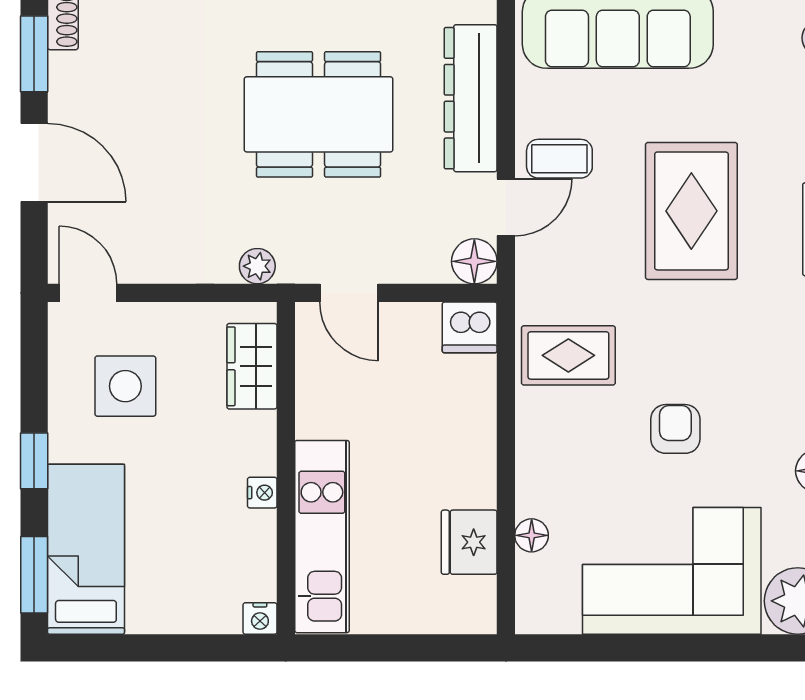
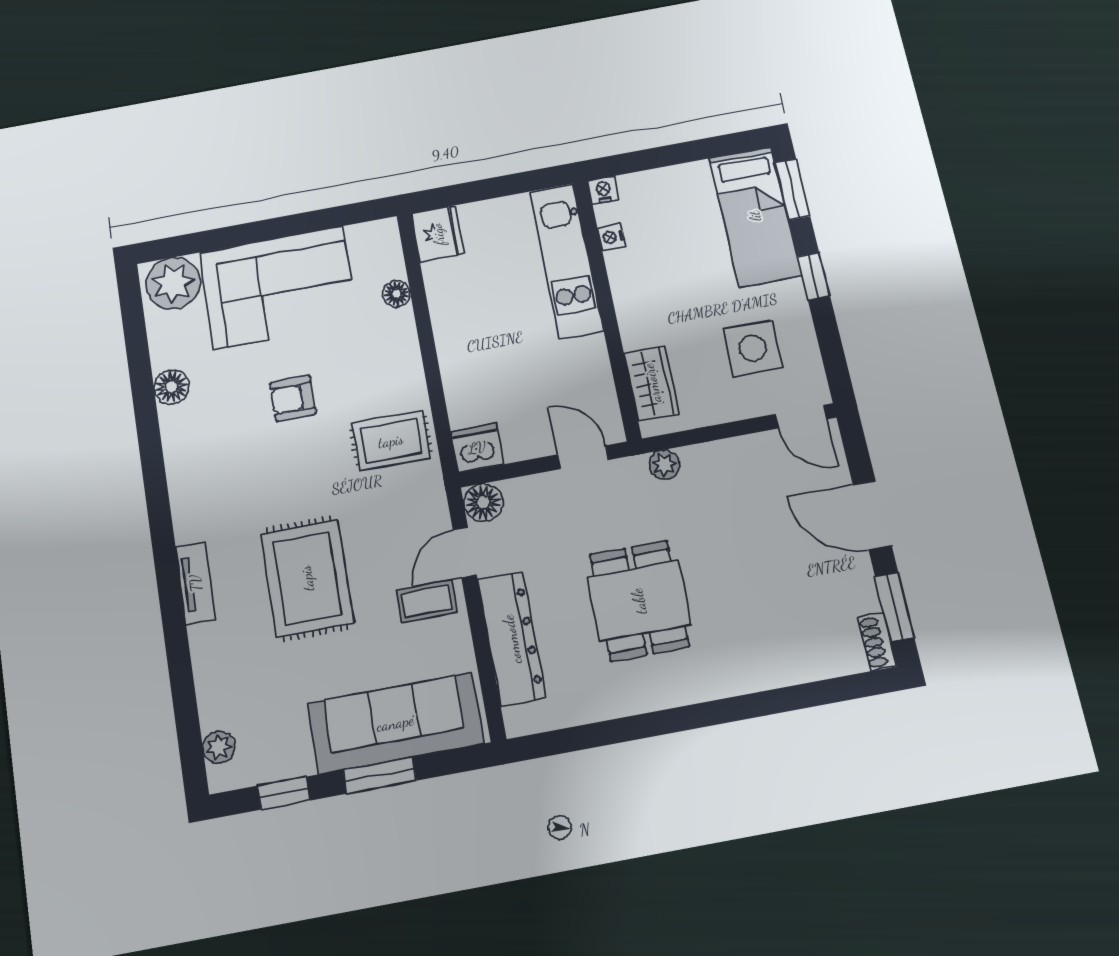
dining table: (319, 114) -> (639, 601), width x0.73
armchair: (675, 429) -> (293, 398), turned 90
nightstand: (262, 493) -> (611, 237), moved
fridge: (469, 542) -> (438, 234), moved

